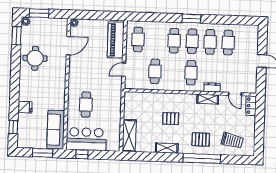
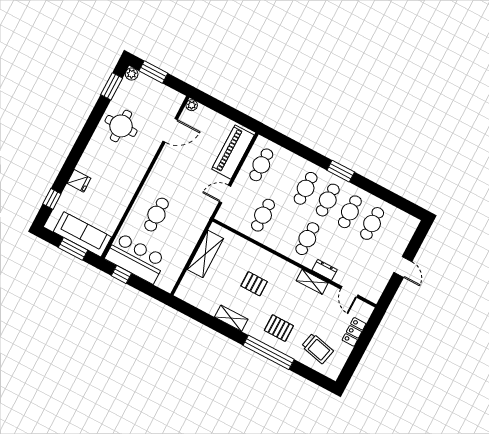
locker: (251, 106) -> (354, 332), moved
sofa: (56, 130) -> (82, 234), moved, turned 90
shelving: (129, 136) -> (205, 254), moved

